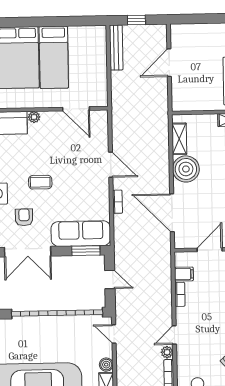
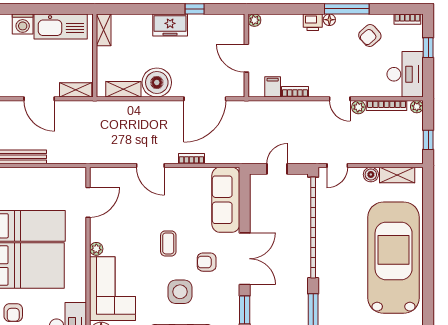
shelving: (178, 96) -> (76, 90), added
door: (111, 165) -> (150, 165), swing flipped
window: (86, 251) -> (245, 195), removed

